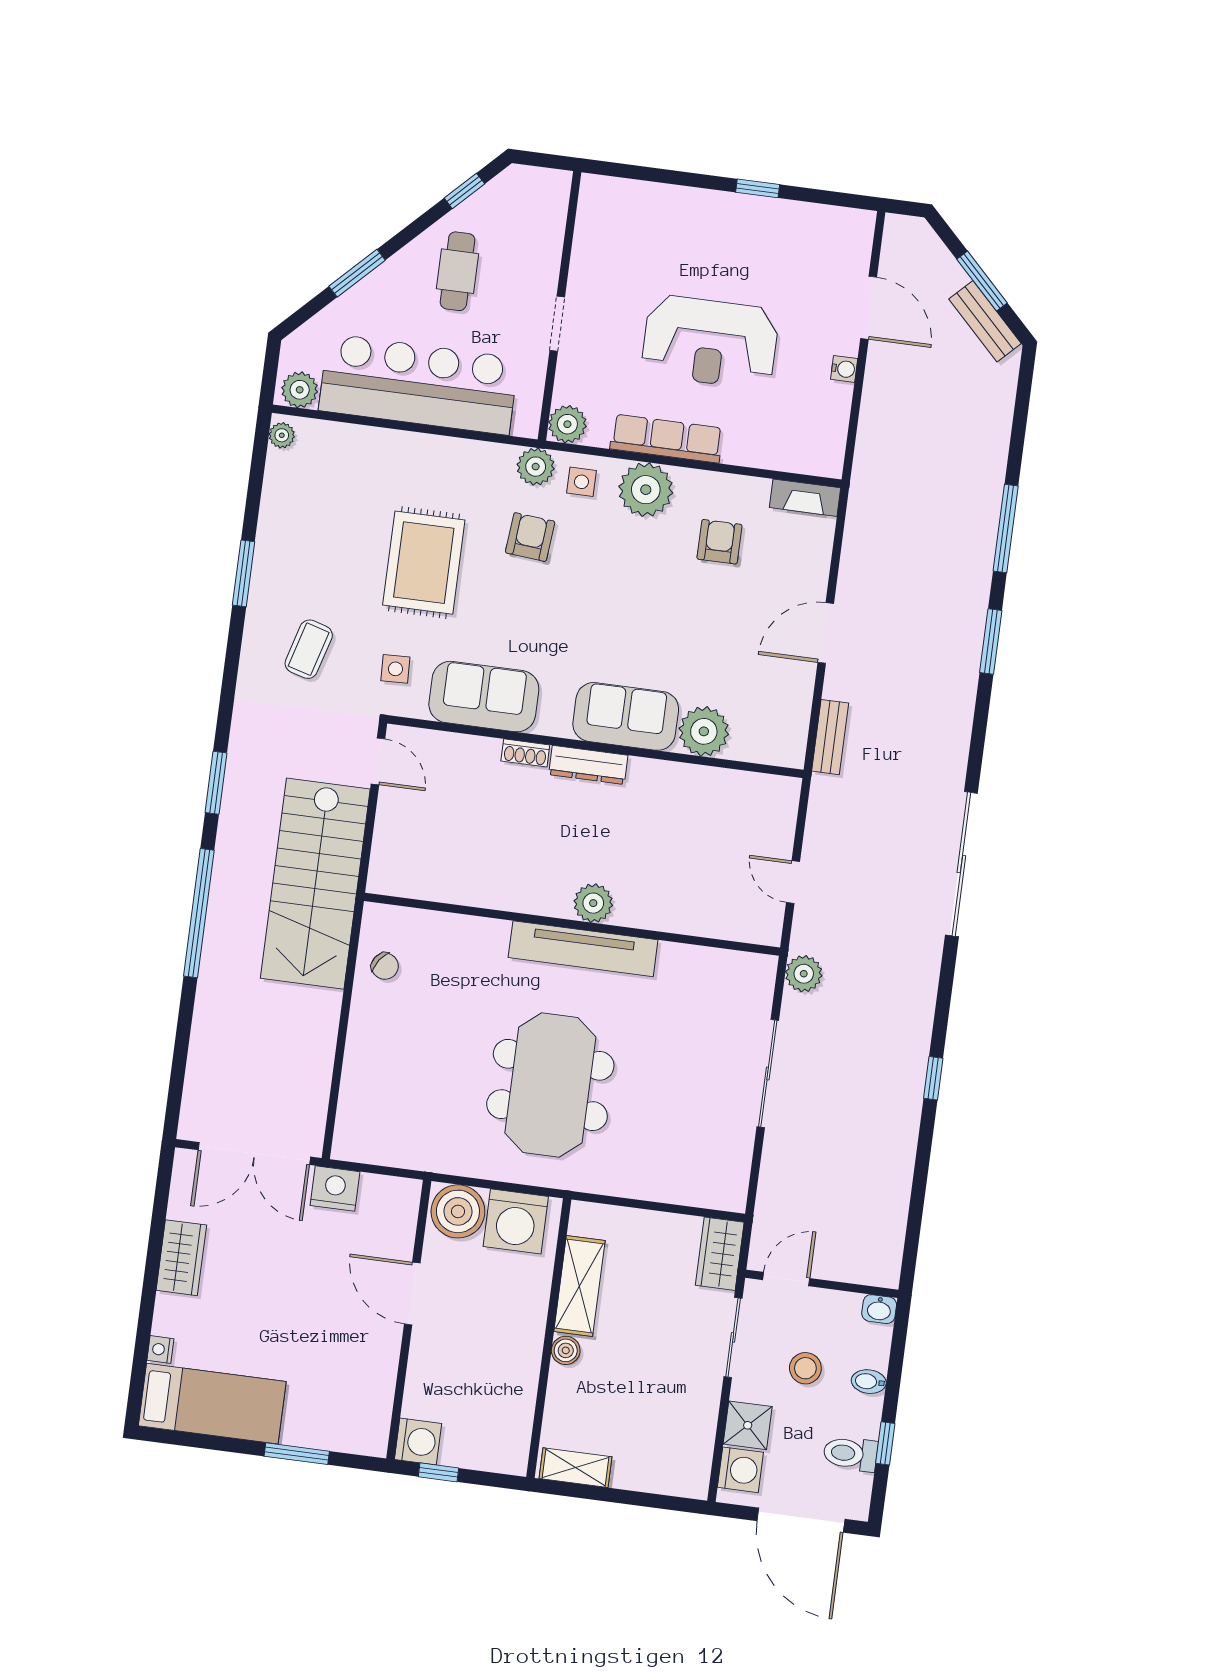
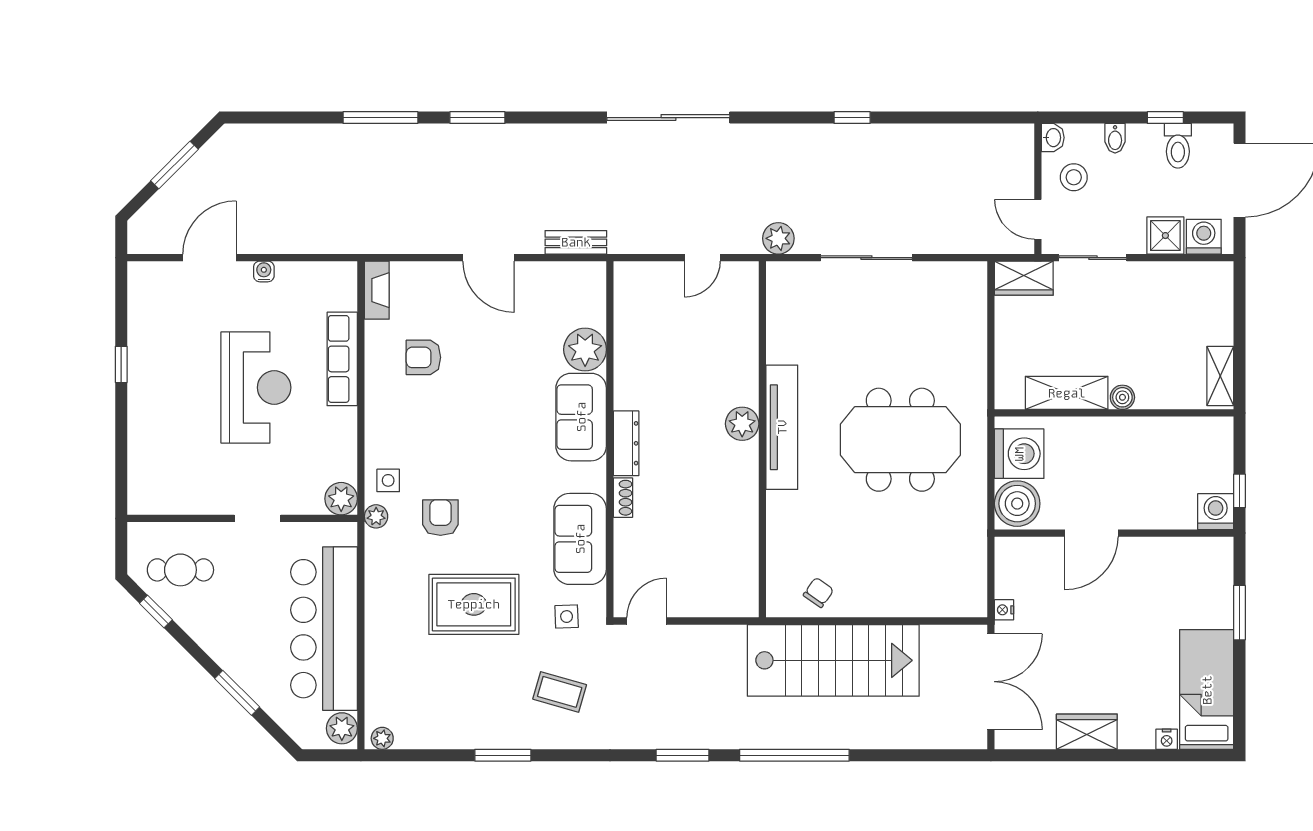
cafe table: (458, 271) -> (180, 570), moved
bench: (985, 321) -> (208, 158), removed
row of seats: (667, 439) -> (342, 359), moved
plant: (536, 467) -> (376, 516), width x0.73, depth x0.73
plant: (646, 490) -> (388, 425), removed
armchair: (530, 537) -> (440, 518), turned 85
stairs: (315, 884) -> (833, 660), moved
nightstand: (335, 1189) -> (1004, 610), width x0.53, depth x0.56
stool: (805, 1368) -> (1074, 177), moved

